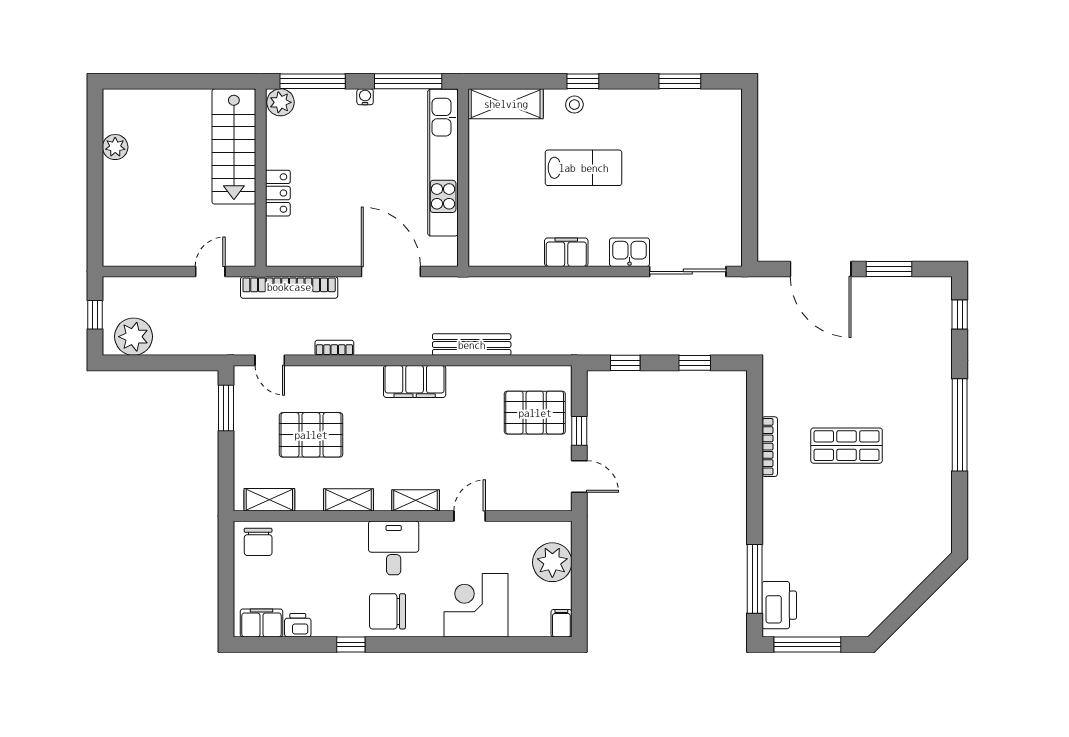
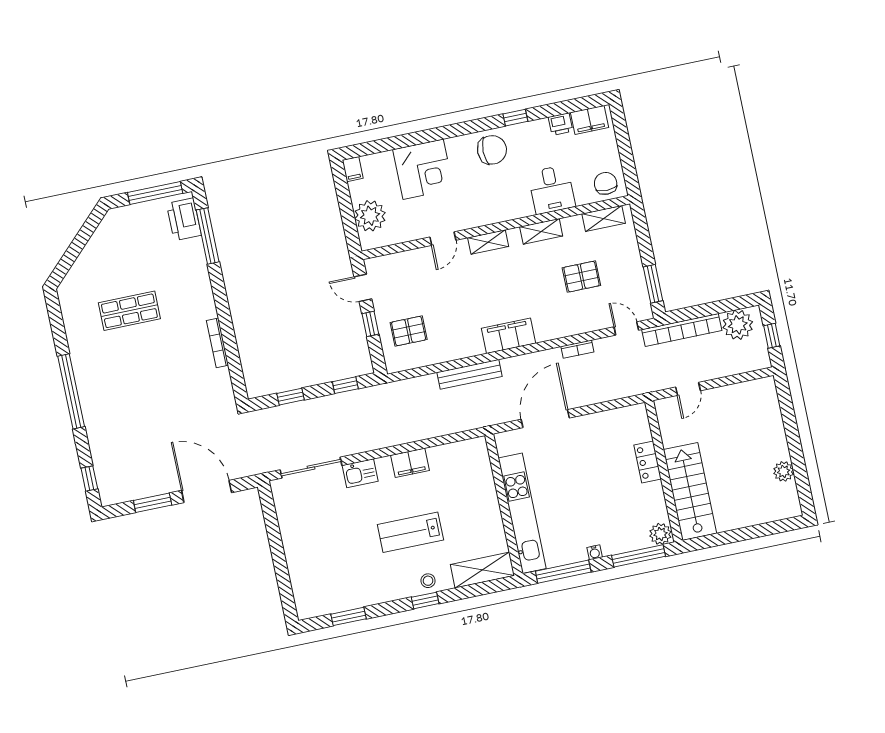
door: (391, 272) -> (545, 419), swing flipped
bookcase: (289, 287) -> (682, 330), moved, turned 180
pallet: (535, 413) -> (409, 331), width x0.67, depth x0.71
pallet: (311, 435) -> (581, 277), width x0.67, depth x0.71
shop shelf: (847, 446) -> (129, 311), moved
desk: (394, 548) -> (552, 190), moved

